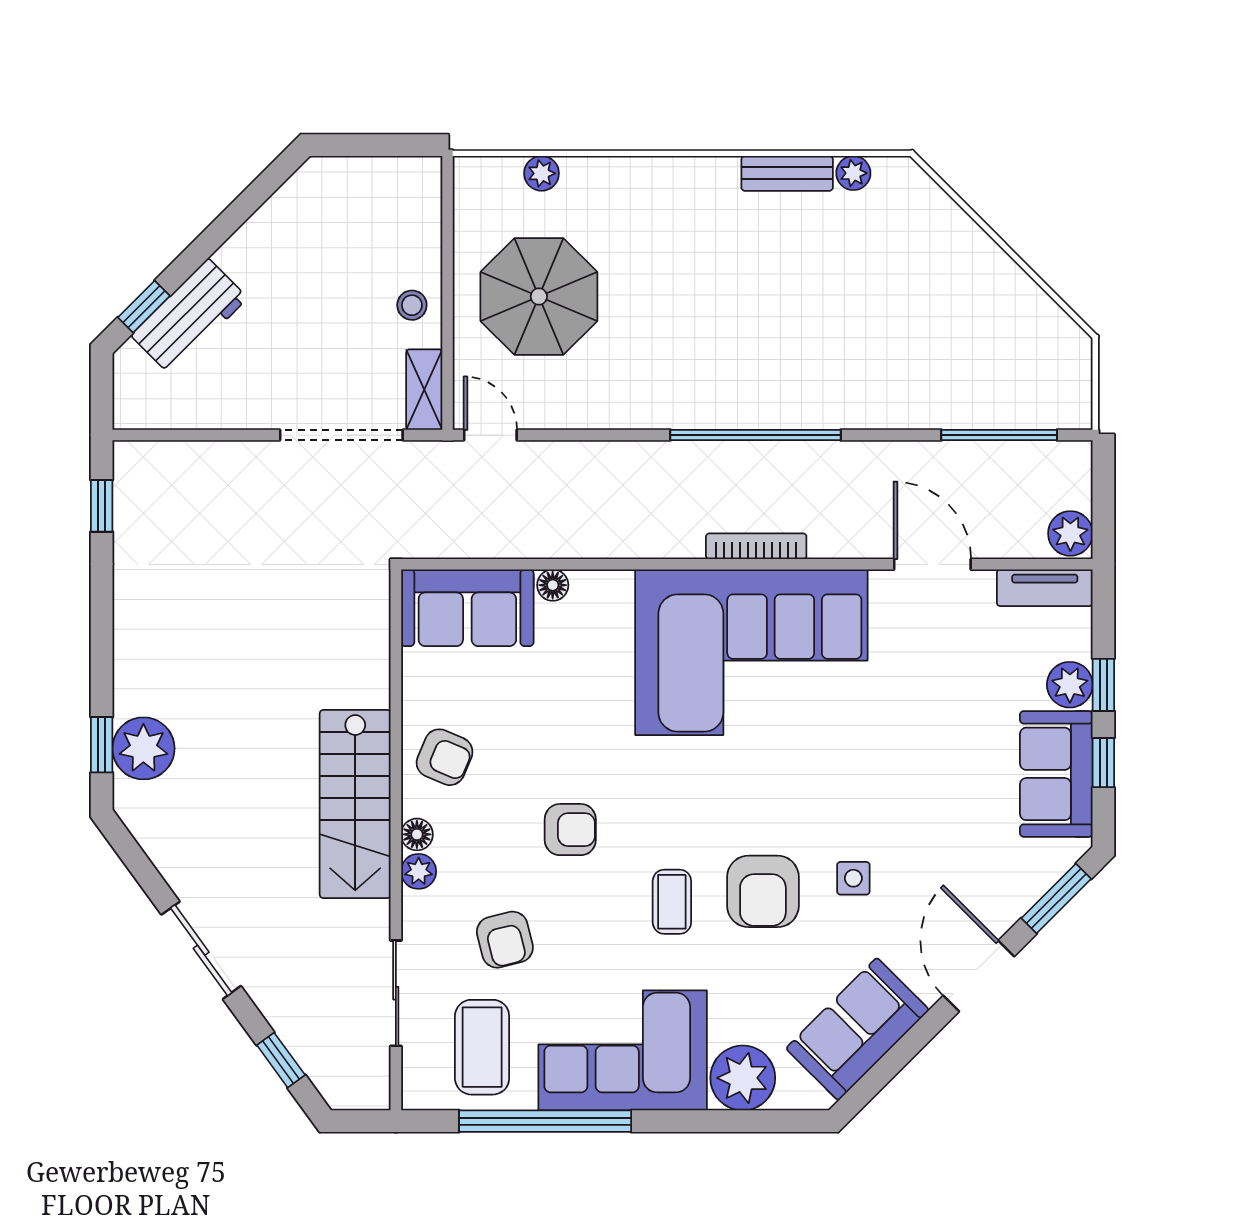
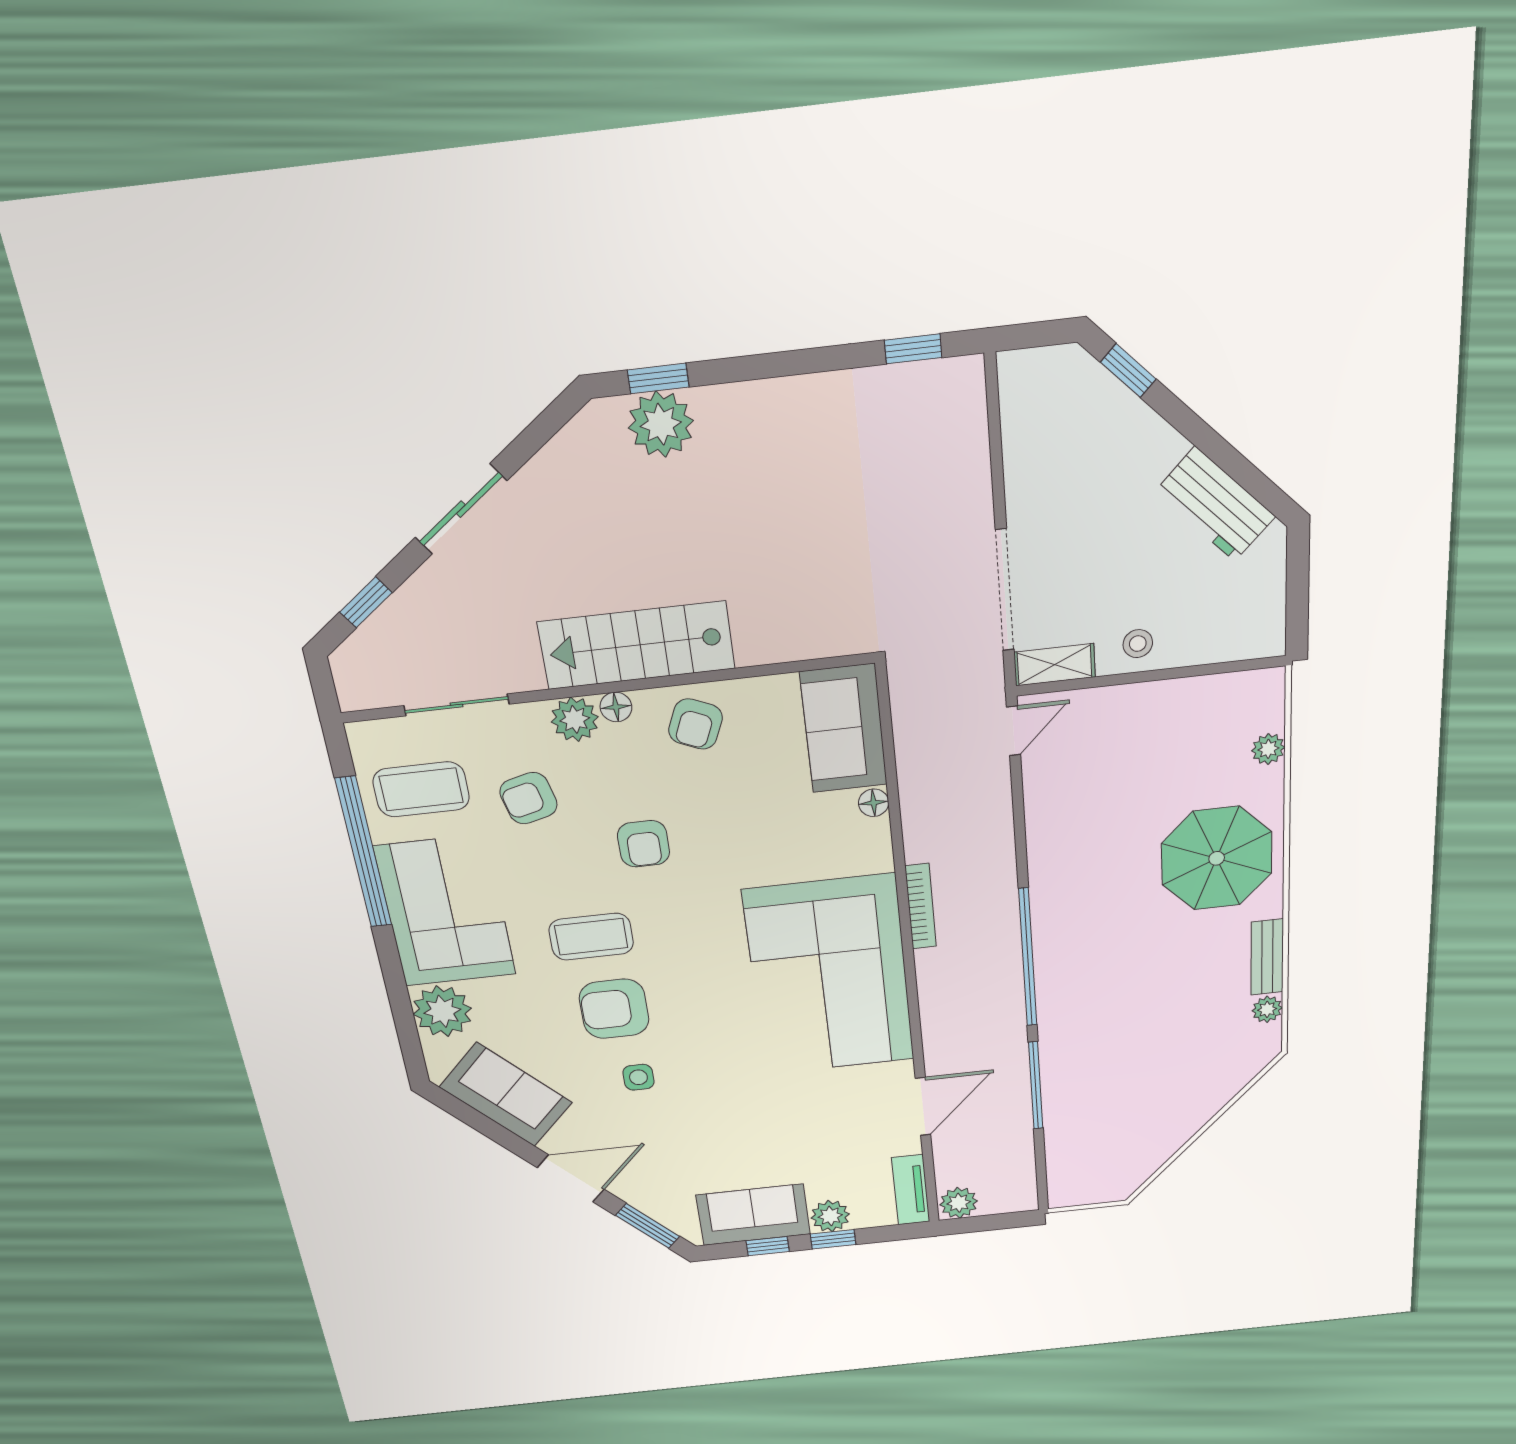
parasol: (539, 296) -> (1217, 858), moved
workbench: (189, 317) -> (1215, 504), moved
window: (999, 435) -> (1036, 1086), moved
bookcase: (756, 546) -> (921, 906), moved
plant: (419, 871) -> (575, 719), width x1.38, depth x1.38
coffee table: (672, 902) -> (591, 937), width x1.36, depth x1.30

